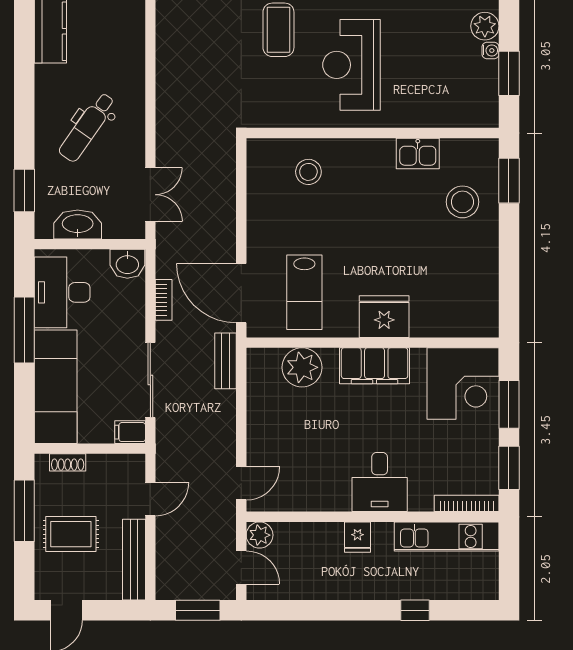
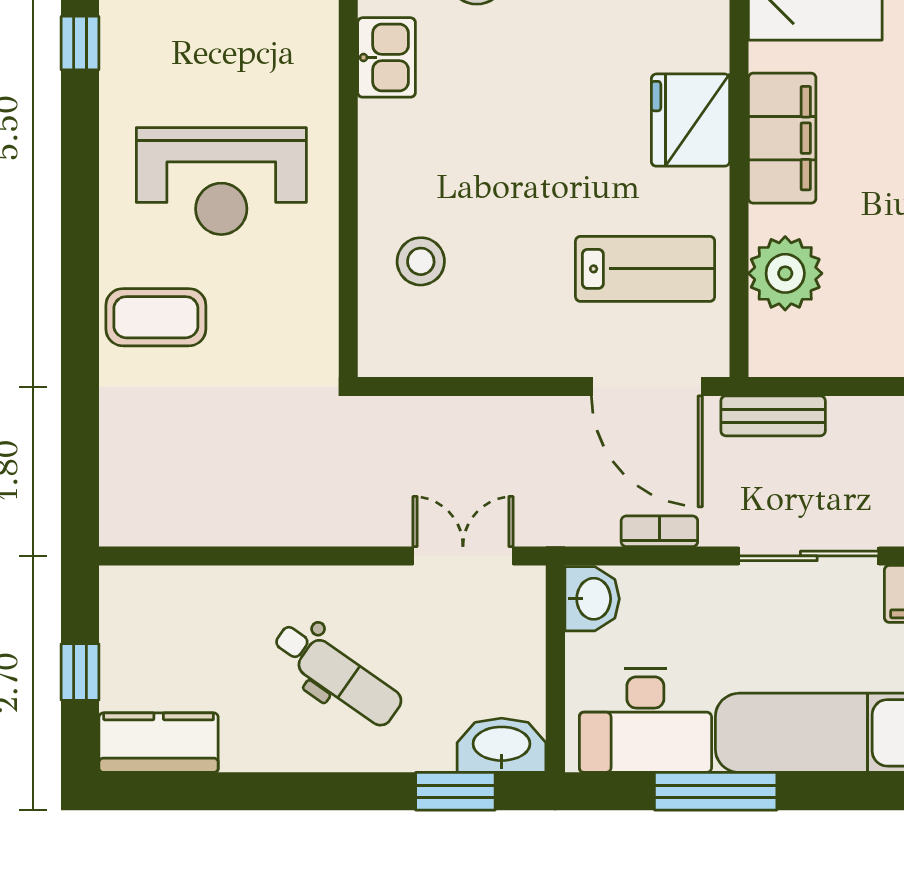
washbasin: (78, 224) -> (502, 745), moved, turned 90
door: (241, 293) -> (647, 387), hinge flipped

